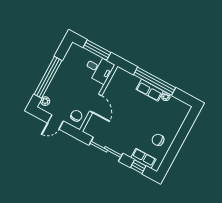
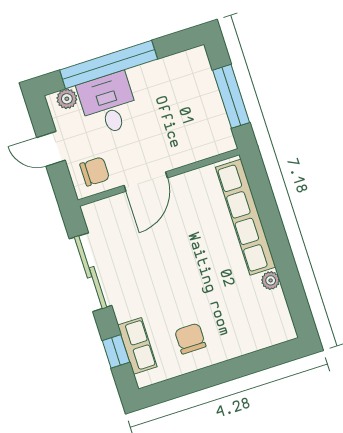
desk: (99, 69) -> (108, 104), moved, turned 180
window: (155, 81) -> (277, 237), removed
row of seats: (150, 90) -> (246, 217), width x2.02

